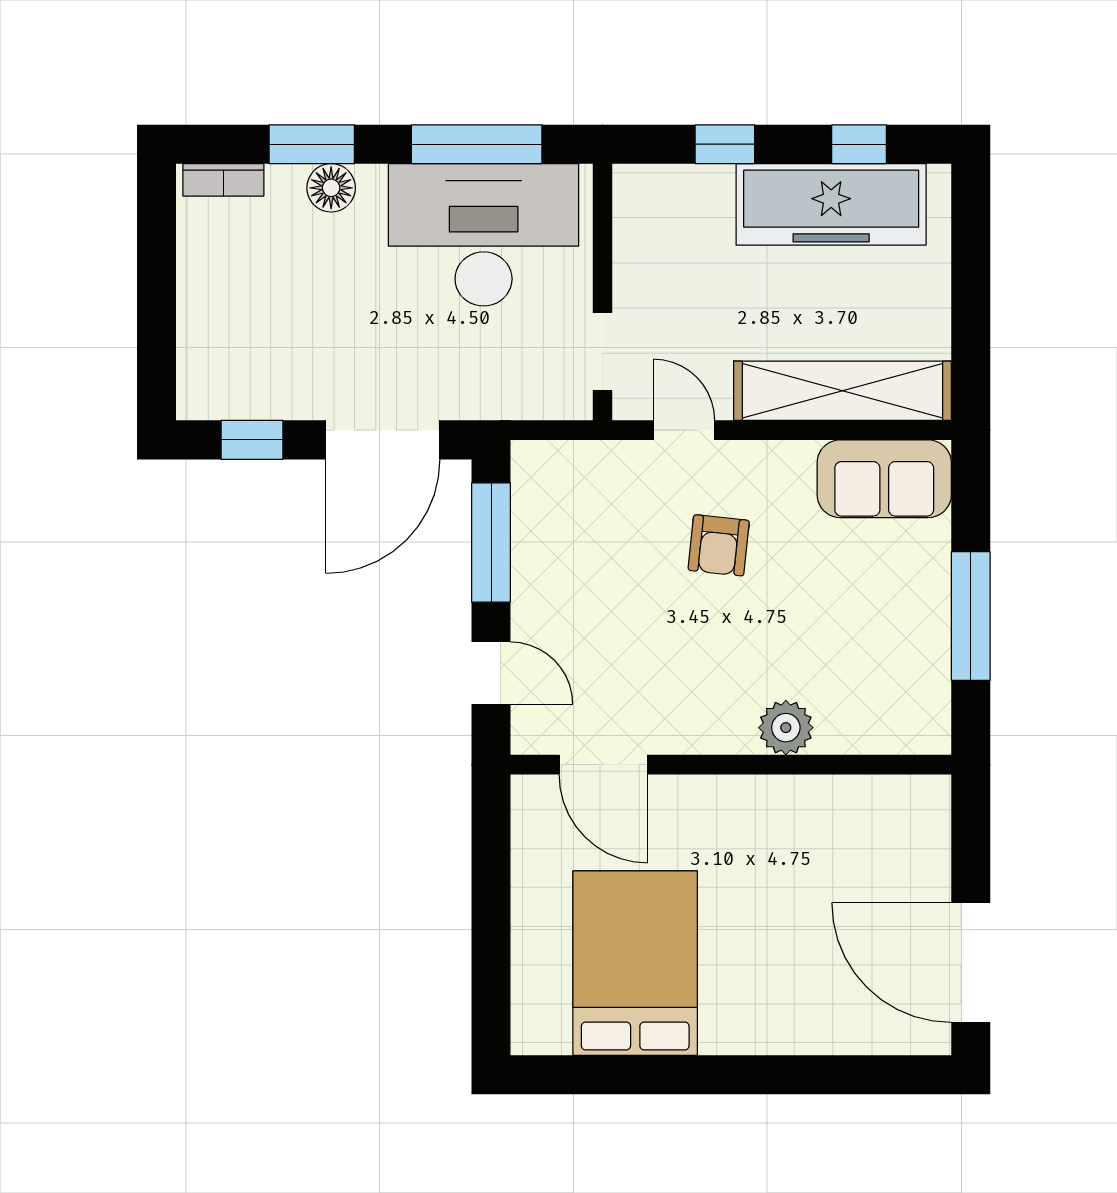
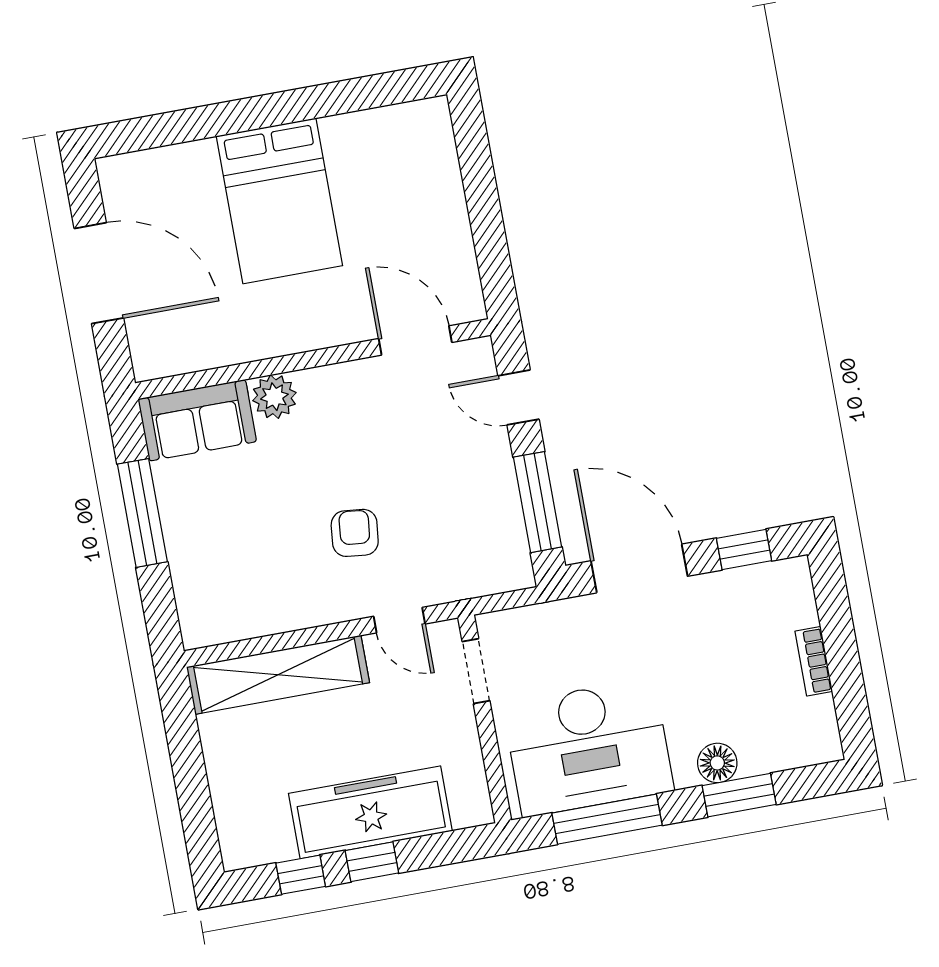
window: (725, 144) -> (372, 862), moved
bookcase: (223, 180) -> (814, 661), moved, turned -90
freezer: (831, 204) -> (370, 812), moved
door: (383, 440) -> (639, 569), hinge flipped
sofa: (884, 479) -> (197, 420), moved, turned 180
bed: (635, 963) -> (279, 201), moved
door: (971, 963) -> (99, 273), moved

